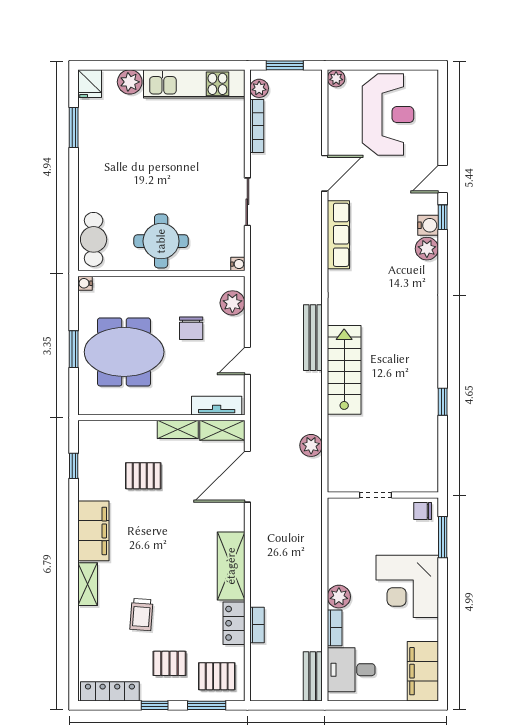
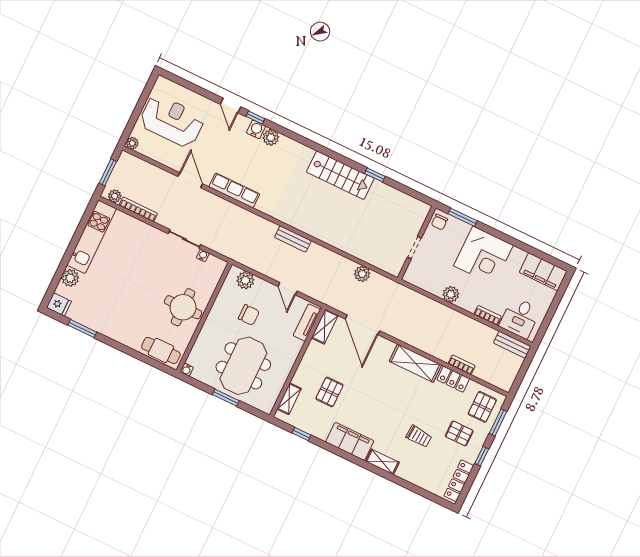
water cooler: (238, 264) -> (203, 255), moved
bench: (313, 338) -> (293, 239), width x0.73
stairs: (344, 370) -> (340, 175), moved, turned 180
shelving: (178, 429) -> (289, 399), moved
plant: (339, 597) -> (451, 294), moved
pallet: (169, 663) -> (459, 433), turned 90

